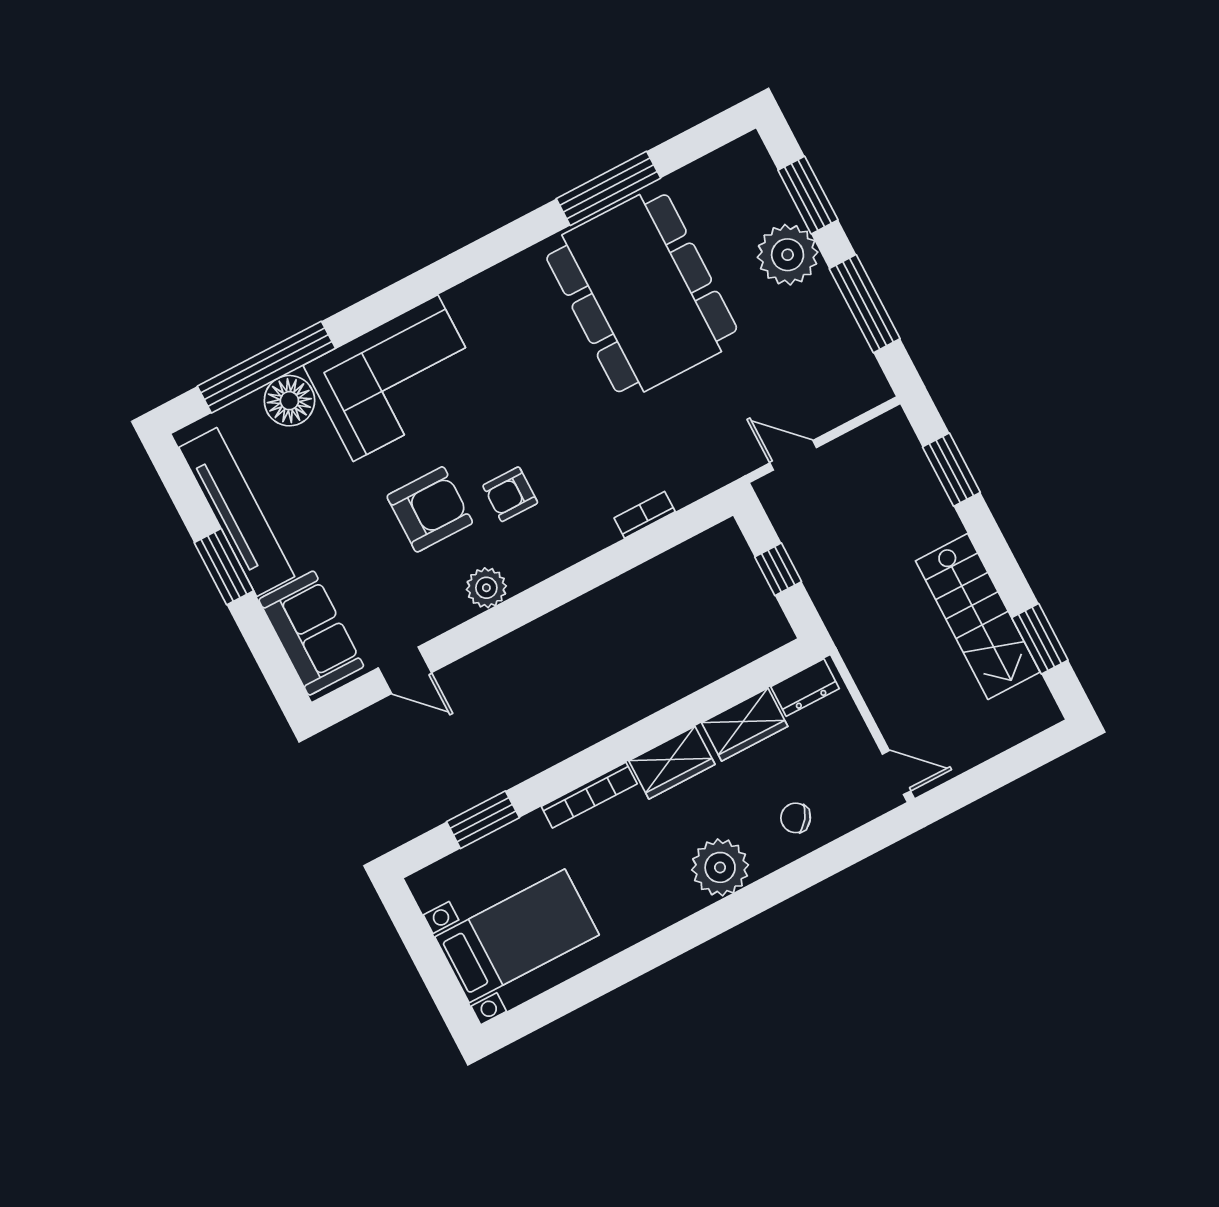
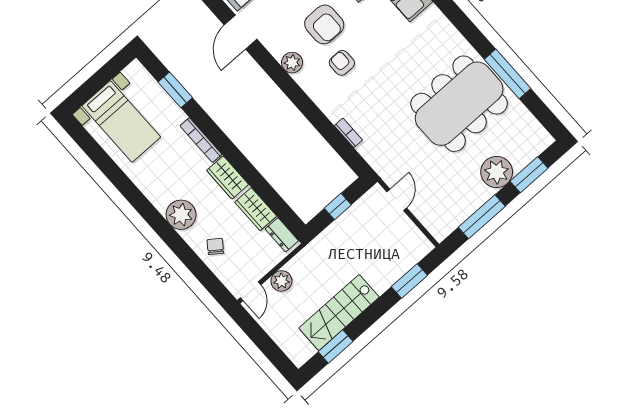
door: (405, 670) -> (240, 32), width x1.38
plant: (891, 710) -> (281, 281), added

